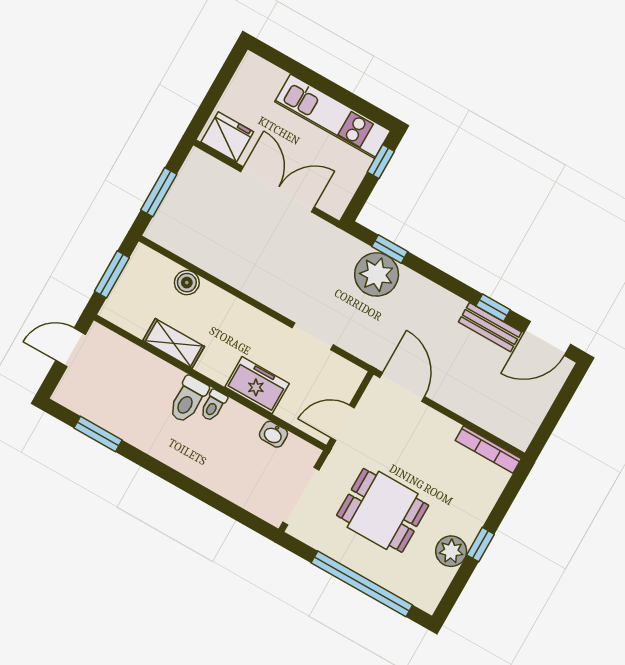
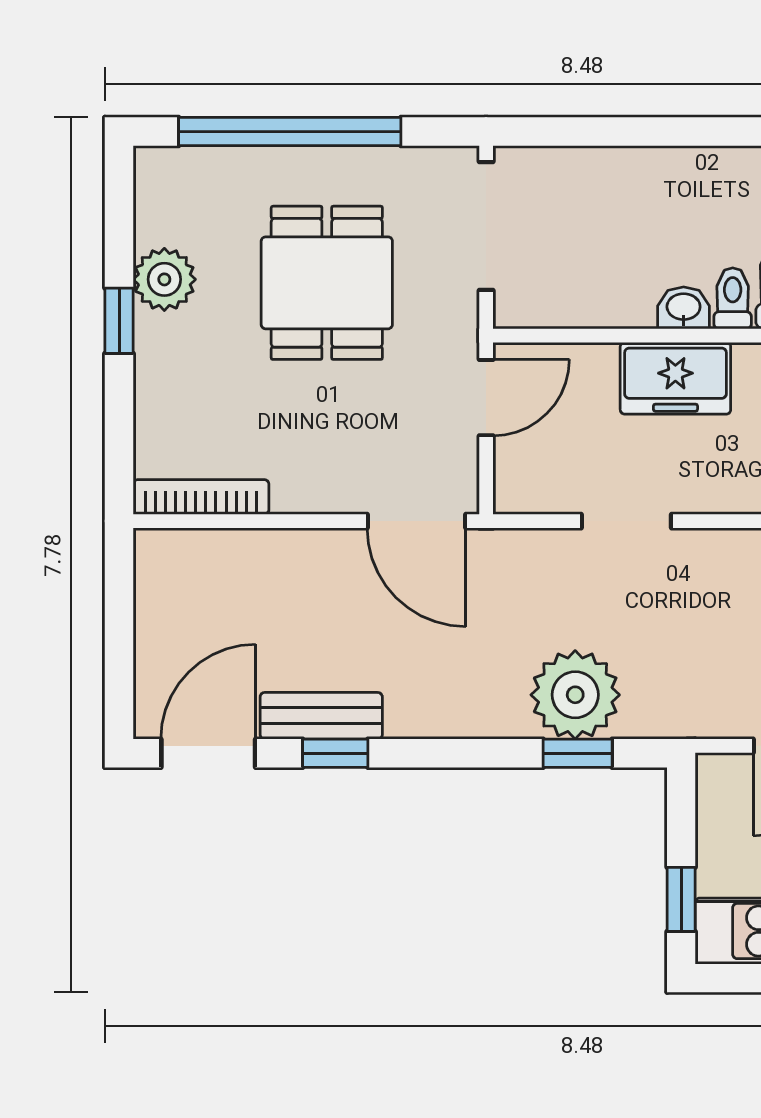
washbasin: (273, 434) -> (684, 308), moved
dining table: (383, 510) -> (327, 283), turned 90

